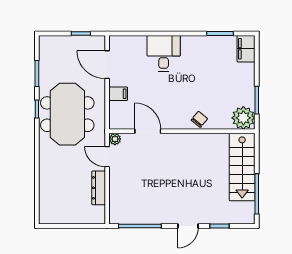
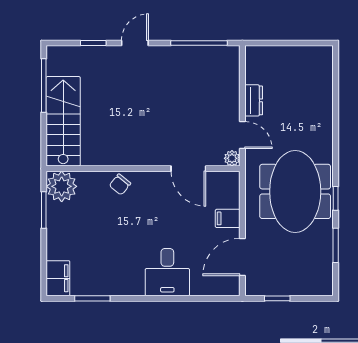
door: (107, 65) -> (242, 257), swing flipped
dresser: (99, 188) -> (254, 100), width x0.70

